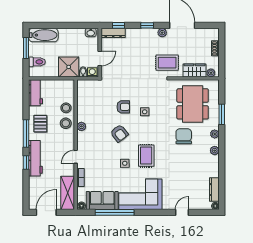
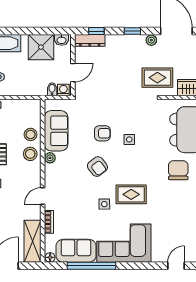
shower: (69, 67) -> (41, 47), moved
sofa: (86, 105) -> (56, 131), added
rug: (146, 156) -> (131, 194), turned 90

